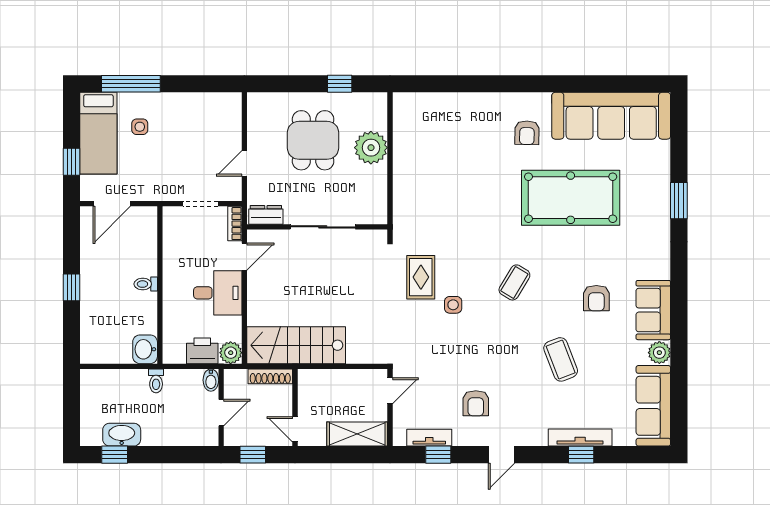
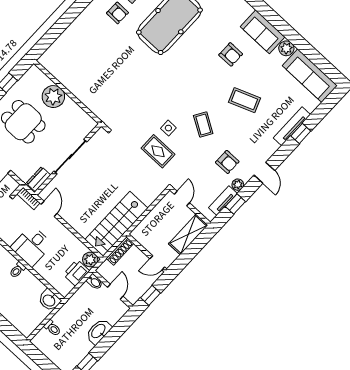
rug: (421, 277) -> (158, 151), moved
coffee table: (514, 282) -> (203, 124), moved
desk: (218, 293) -> (32, 246), moved, turned 180
toilet: (156, 381) -> (52, 328), moved
washbasin: (122, 435) -> (99, 331), moved
plant: (462, 438) -> (238, 185), added

